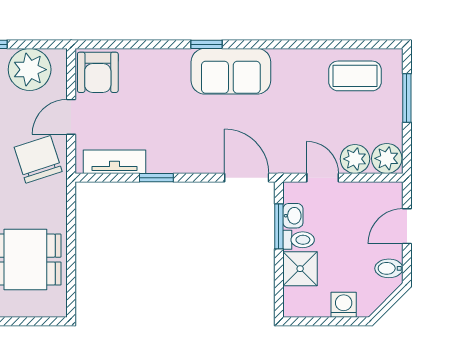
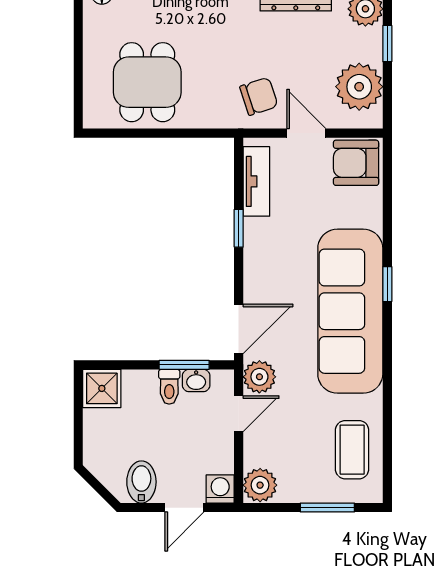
sofa: (231, 71) -> (350, 311), width x1.85, depth x1.27
chair: (38, 159) -> (259, 96), width x0.73, depth x0.73
plant: (355, 159) -> (259, 377), moved
door: (407, 226) -> (184, 508), swing flipped
bidet: (389, 268) -> (141, 482), width x1.38, depth x1.36
shower: (300, 269) -> (102, 388), moved
washing machine: (344, 305) -> (220, 489), moved, turned -90

